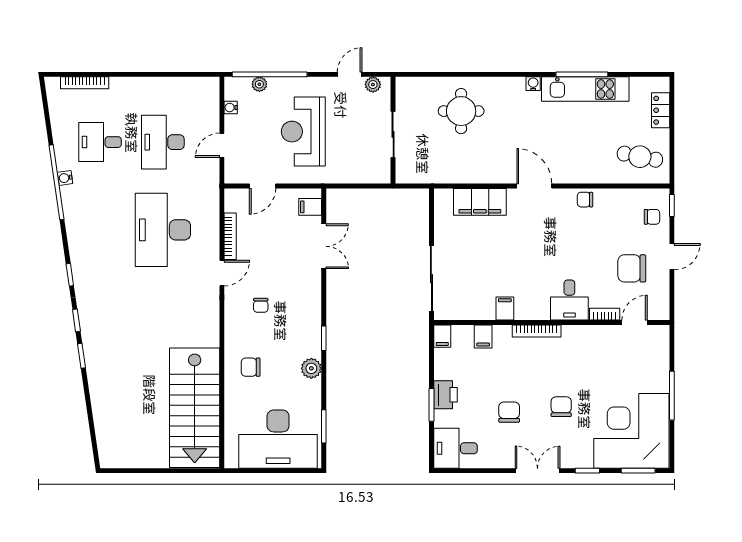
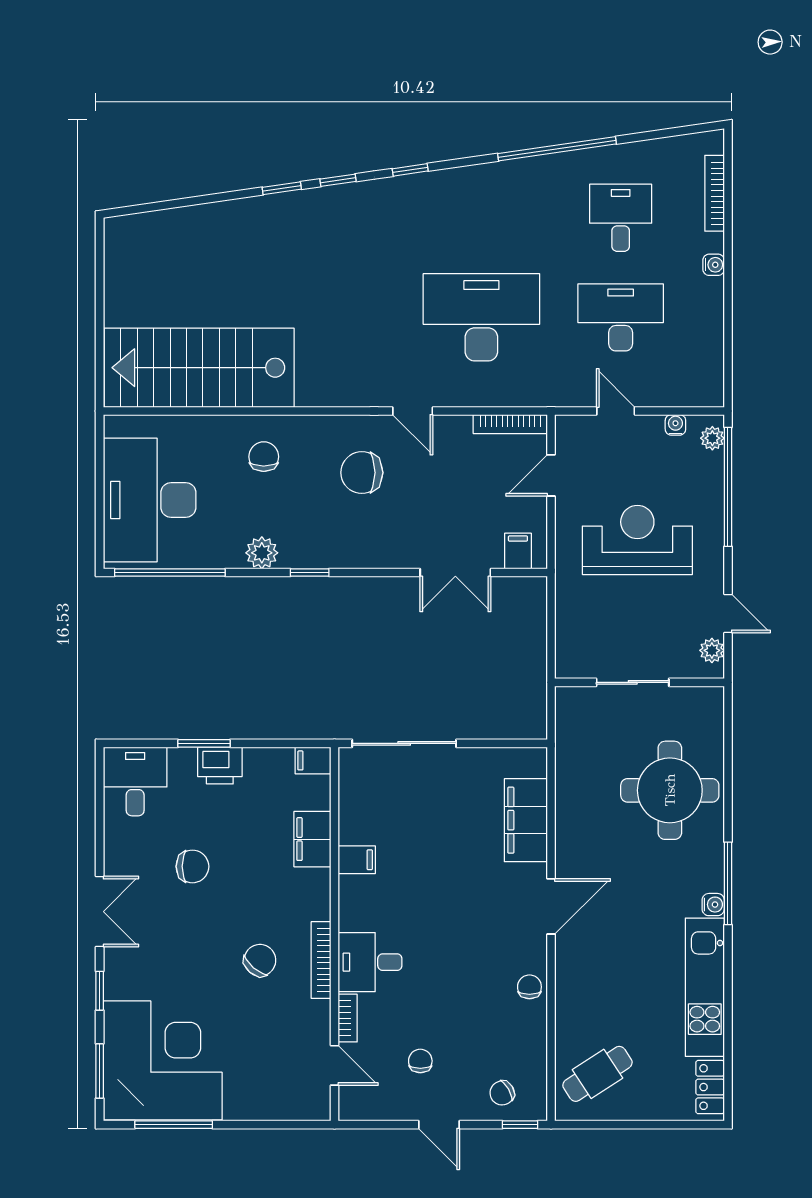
window: (582, 74) -> (728, 883), moved
plant: (259, 84) -> (712, 438), moved
locker: (661, 110) -> (710, 1087), moved, turned -90
round table: (461, 111) -> (670, 790), width x1.36, depth x1.36
cafe table: (640, 157) -> (597, 1074), turned 46
water cooler: (65, 178) -> (714, 265), moved, turned 98
door: (263, 186) -> (551, 475), hinge flipped
chair: (652, 217) -> (502, 1093), turned 60
bookcase: (230, 236) -> (510, 424), moved
chair: (632, 268) -> (420, 1061), width x0.54, depth x0.54
chair: (261, 305) -> (362, 473), width x1.87, depth x1.87
bookcase: (537, 331) -> (321, 960), moved
filing cabinet: (483, 336) -> (312, 839), width x2.00
window: (672, 396) -> (174, 1125), moved
chair: (561, 407) -> (260, 960), moved, turned -49
window: (324, 426) -> (170, 573), width x2.11

